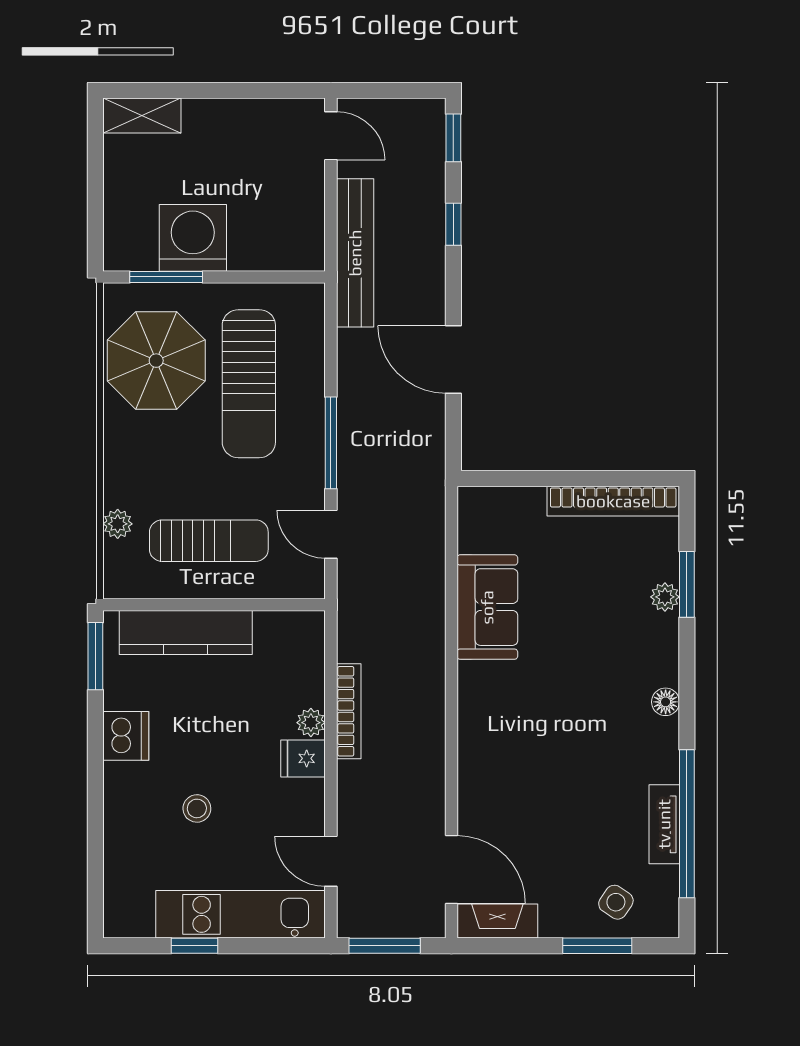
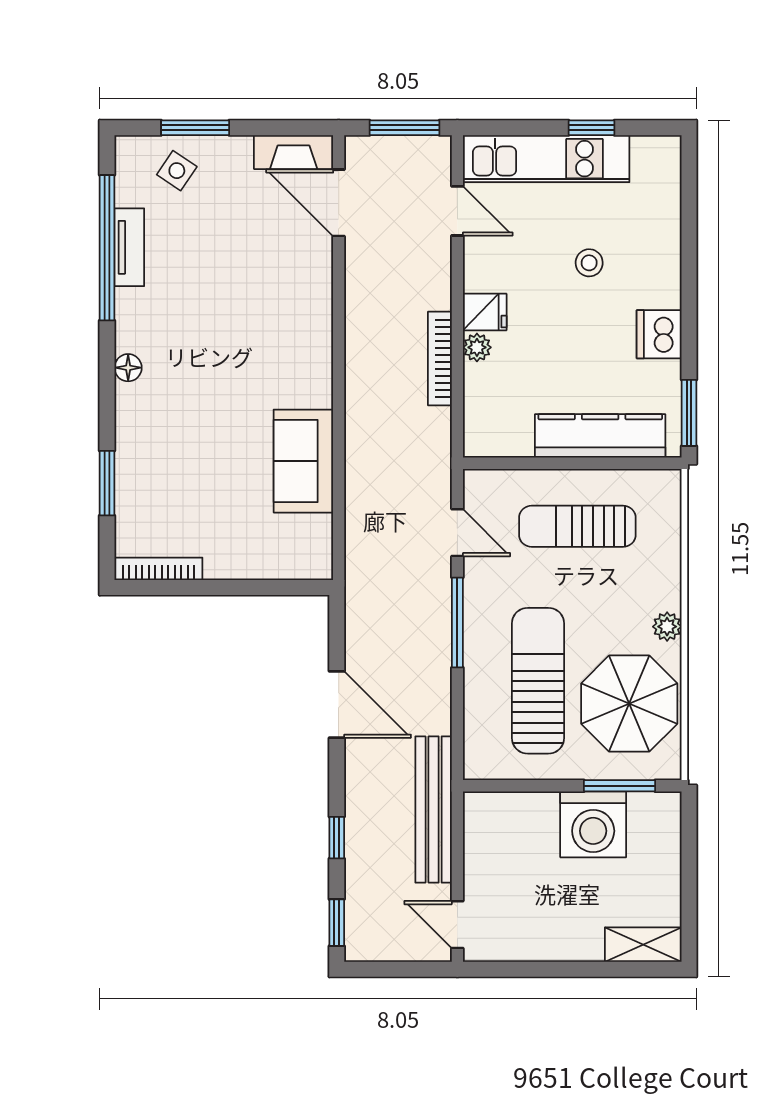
bookcase: (613, 501) -> (158, 569), width x0.68, depth x0.76
plant: (118, 524) -> (667, 627), moved
plant: (665, 597) -> (129, 471), removed

